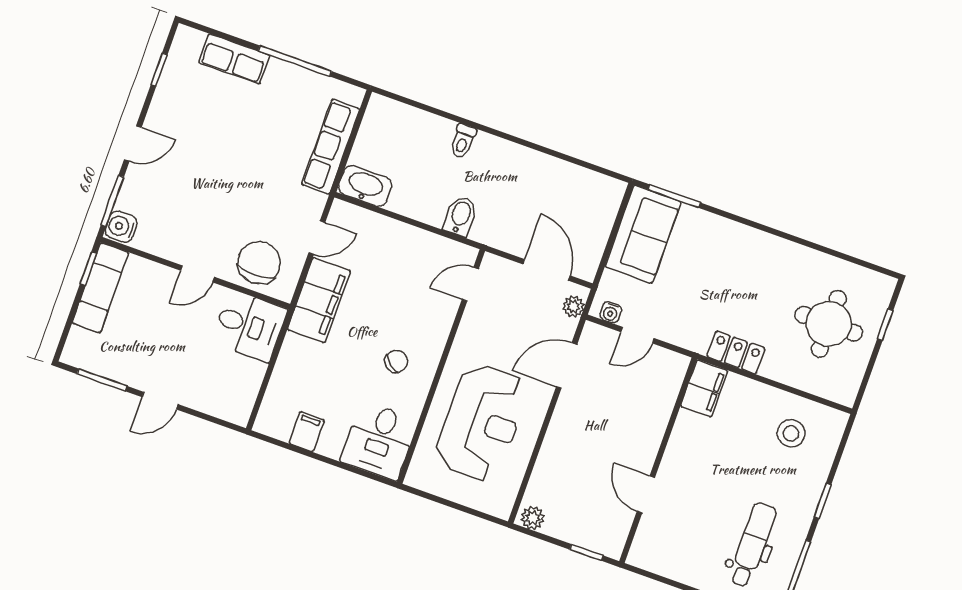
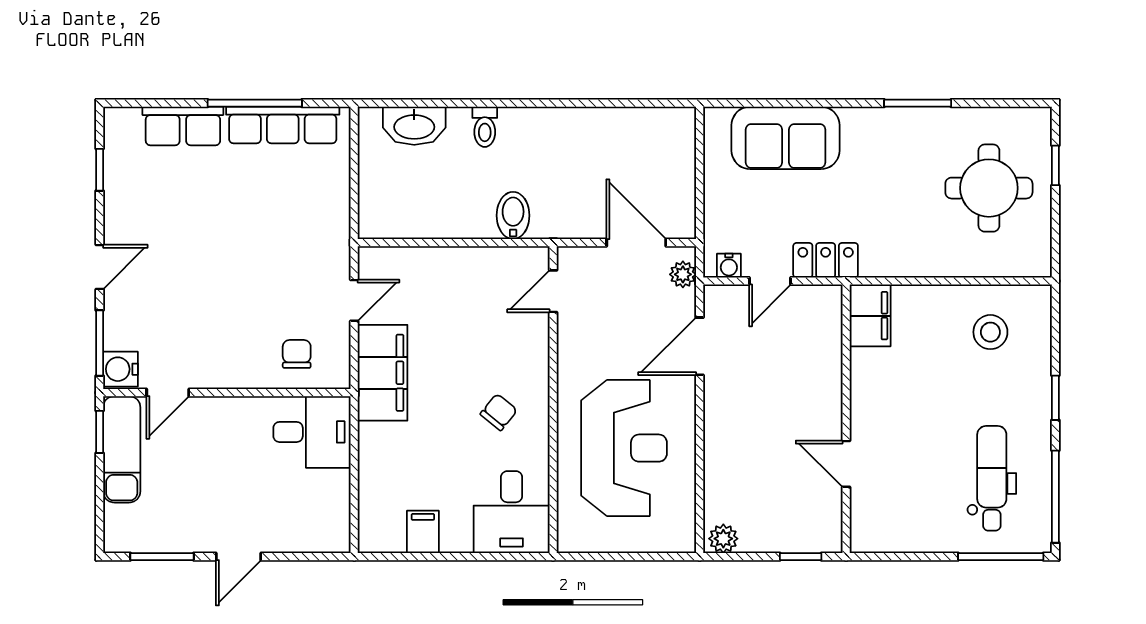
row of seats: (331, 147) -> (283, 125), moved, turned -90
washbasin: (365, 186) -> (414, 126), moved, turned 180
window: (674, 196) -> (918, 103), moved
sofa: (643, 234) -> (786, 138), moved, turned 90
chair: (259, 263) -> (297, 354), width x0.54, depth x0.54
door: (197, 274) -> (168, 393), moved
locker: (736, 352) -> (826, 260), moved

